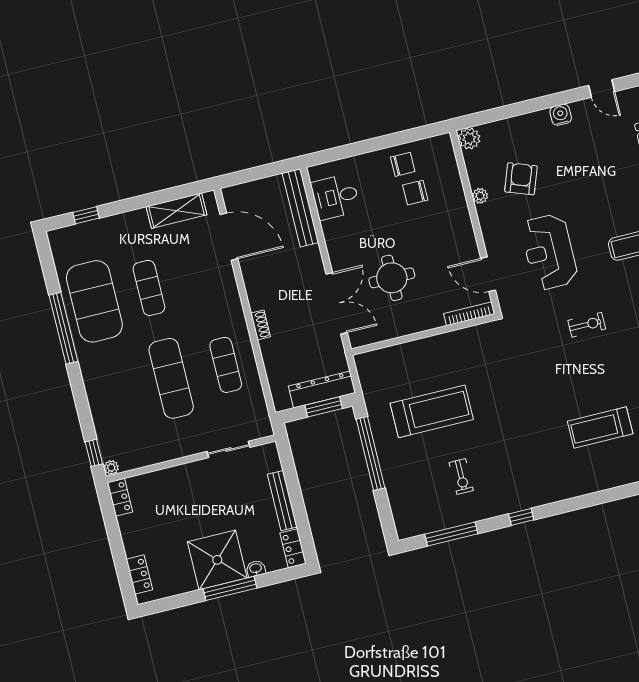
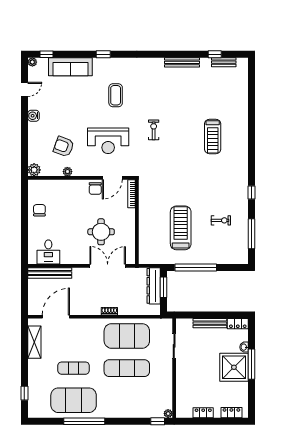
chair: (415, 193) -> (95, 188), moved
exercise mat: (226, 365) -> (127, 336), width x2.00, depth x1.45
locker: (120, 497) -> (203, 413), moved

